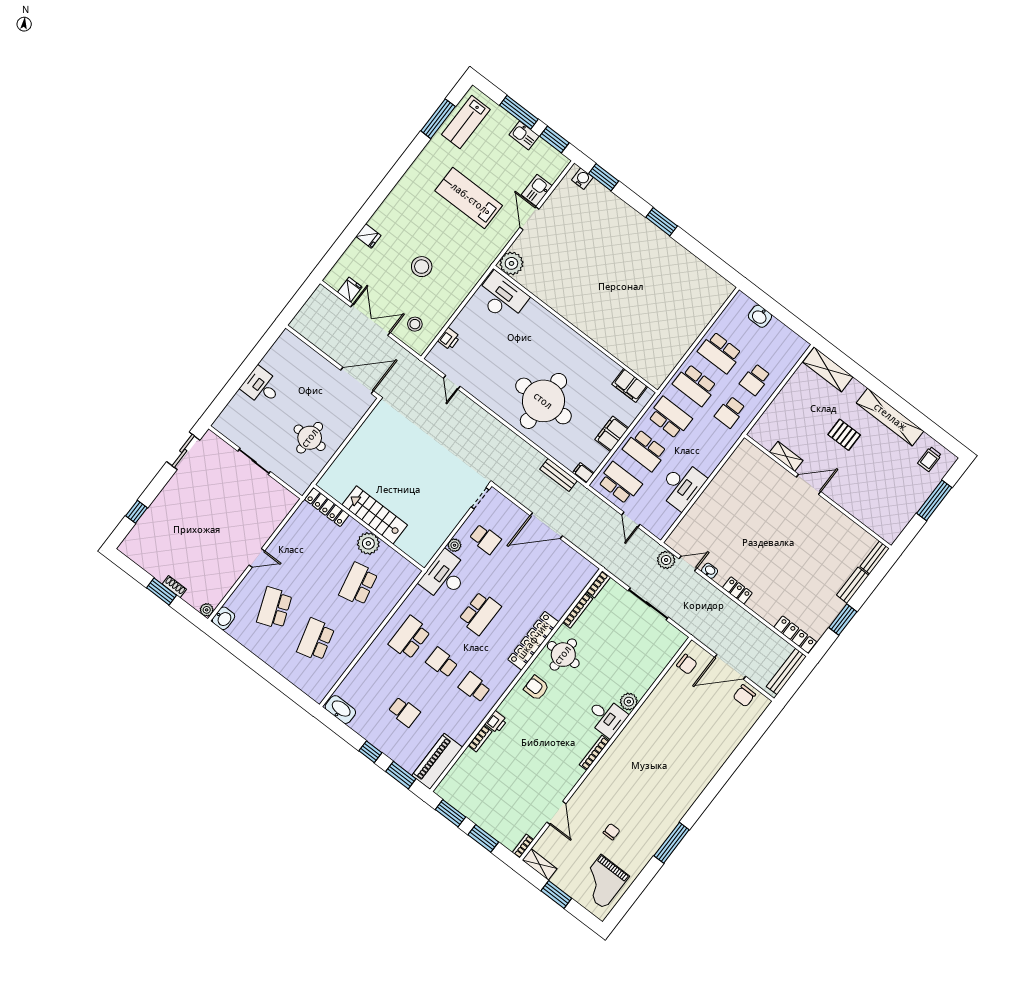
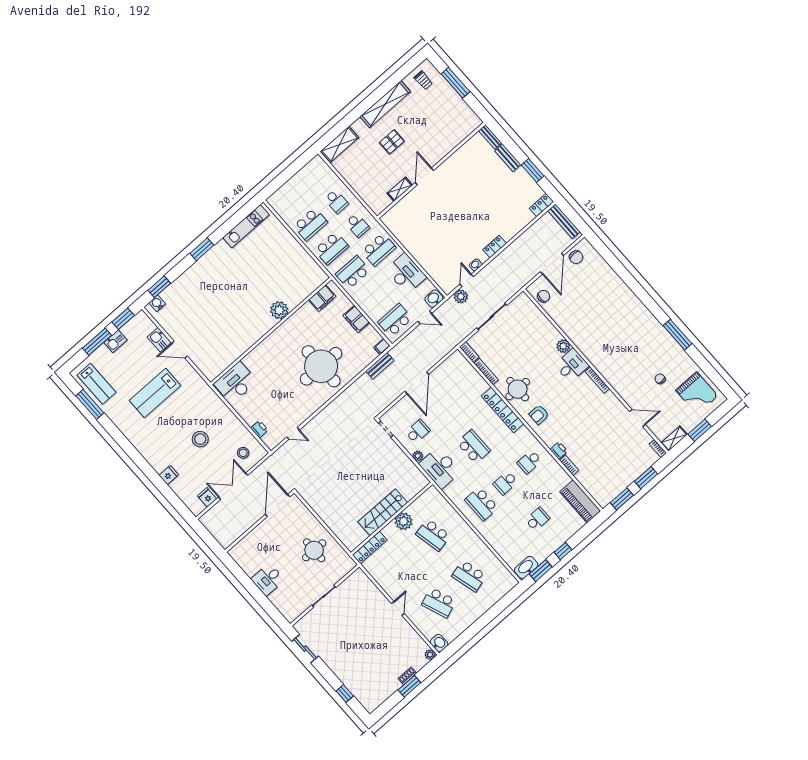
plant: (511, 263) -> (279, 310), moved
kitchen unit: (702, 272) -> (246, 226), added
washbasin: (760, 316) -> (434, 299), moved, turned 180
school desk: (645, 450) -> (379, 249), moved
locker: (795, 634) -> (541, 205), width x0.66
window: (401, 775) -> (541, 571), moved

